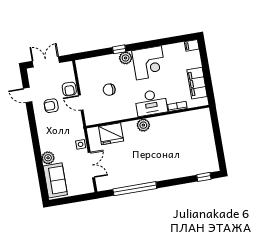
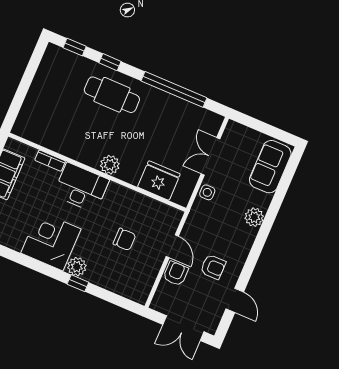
plant: (48, 158) -> (254, 217), moved
cafe table: (167, 164) -> (112, 95), added
window: (179, 181) -> (110, 62), added

